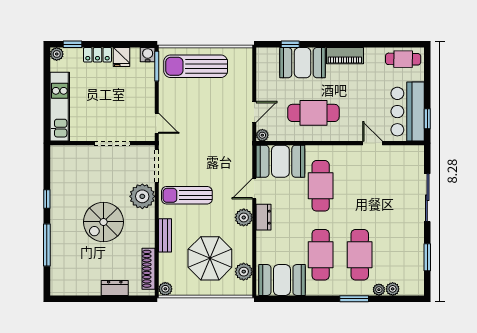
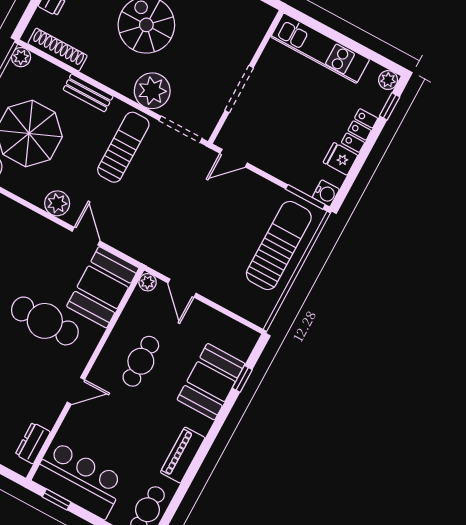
piano: (345, 56) -> (183, 455), moved
cafe table: (313, 113) -> (141, 361), width x0.73, depth x0.74
door: (373, 143) -> (76, 391), moved
dresser: (264, 217) -> (33, 443), moved, turned 90

